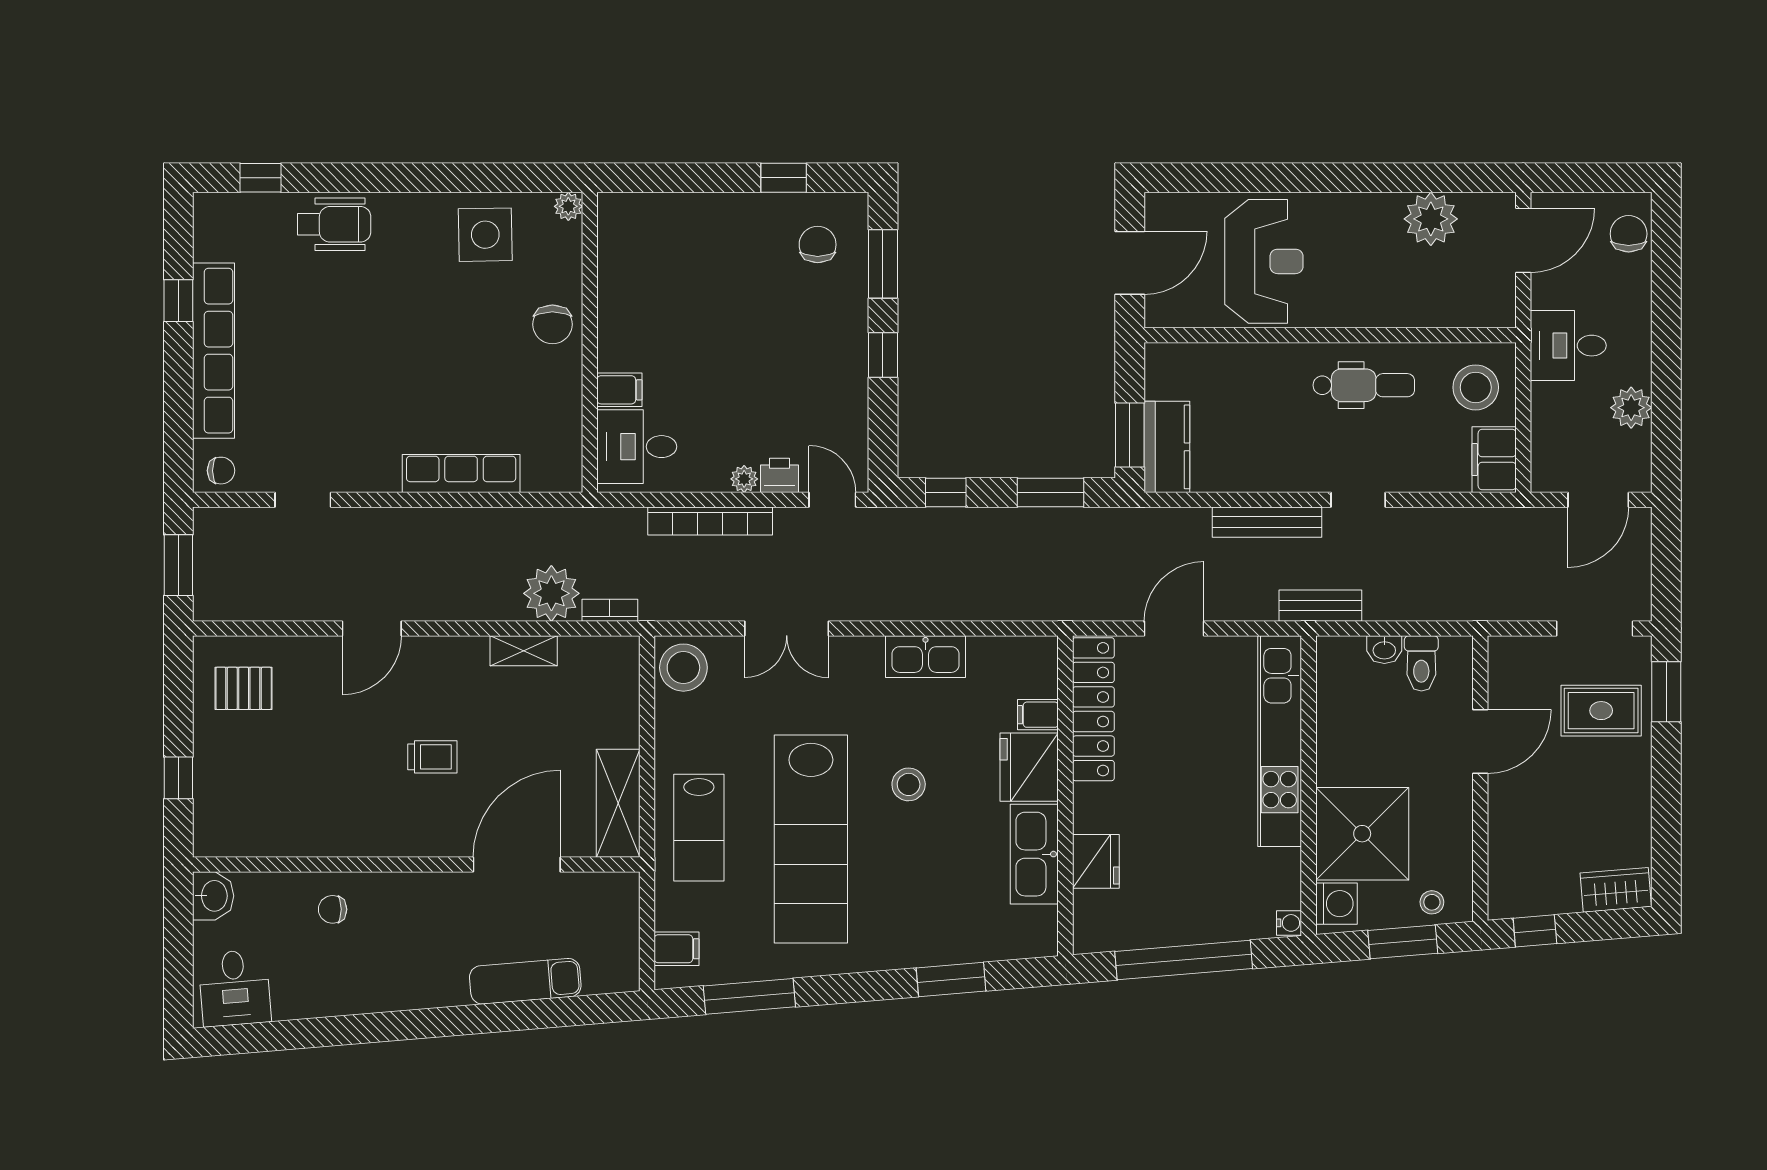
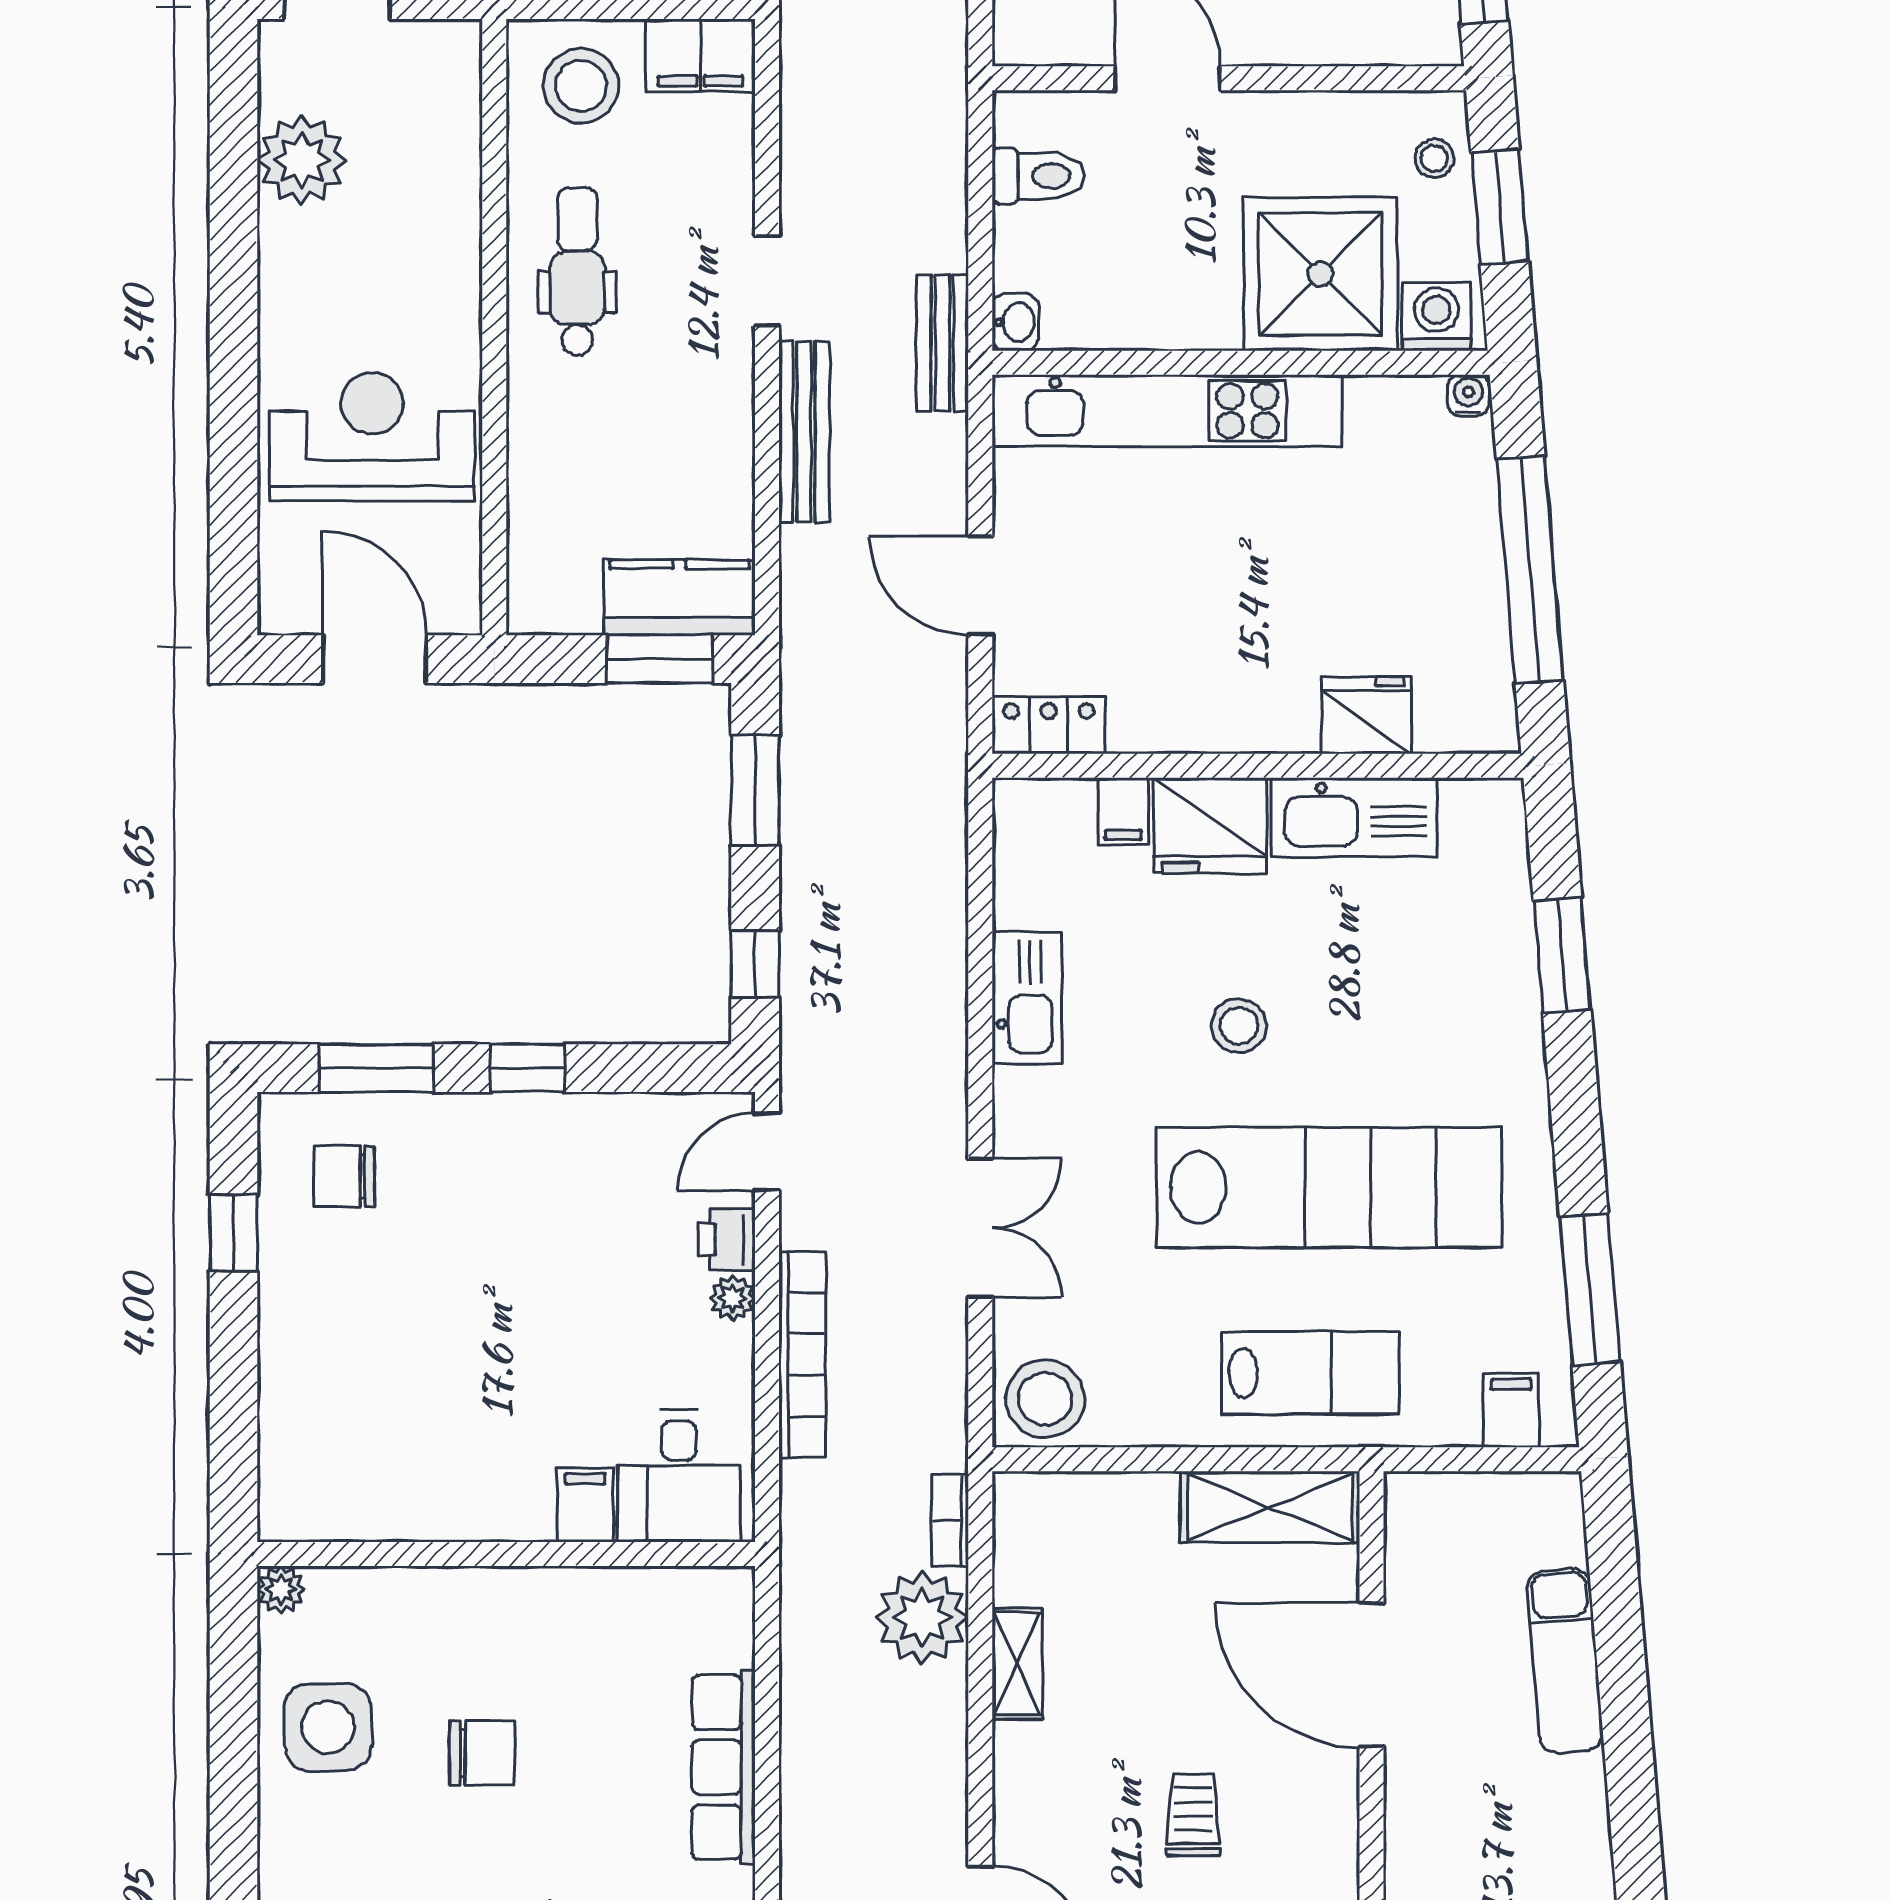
chair: (552, 324) -> (482, 1753), moved
washbasin: (1384, 650) -> (1015, 322), moved
locker: (1093, 709) -> (1049, 725), width x0.46, depth x0.83

